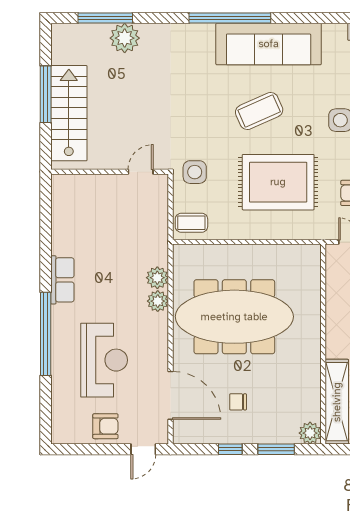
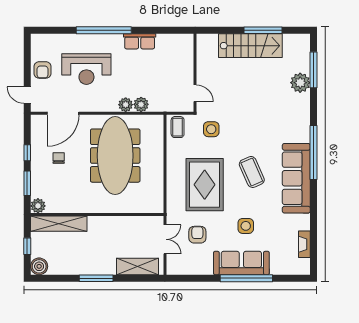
wall: (110, 172) -> (195, 73), moved
door: (141, 172) -> (195, 93), moved

